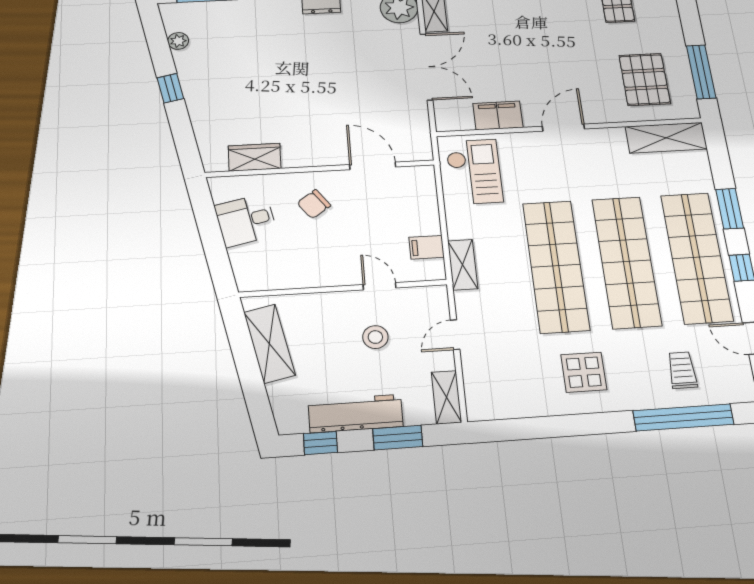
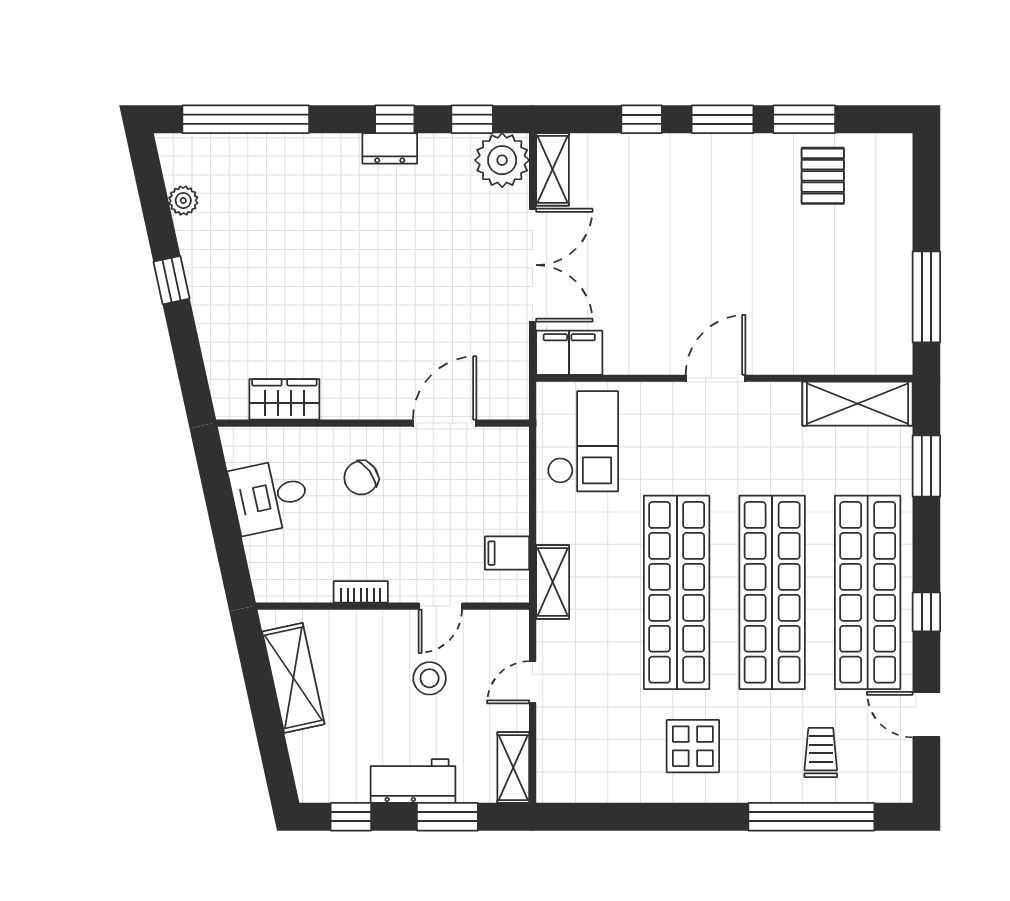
pallet: (645, 79) -> (842, 305), removed
filing cabinet: (498, 115) -> (569, 353), moved
door: (373, 166) -> (445, 423), hinge flipped
window: (730, 209) -> (926, 466), moved
bookcase: (318, 280) -> (361, 592), added
door: (380, 286) -> (440, 606), swing flipped
workbench: (356, 414) -> (413, 781), width x0.73

